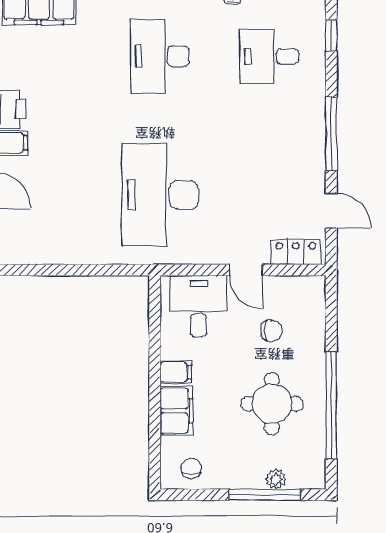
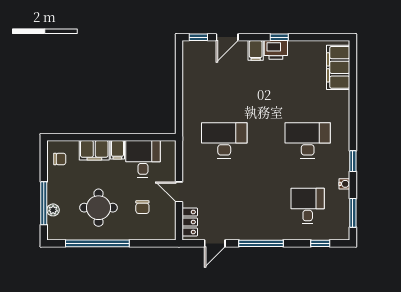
desk: (160, 195) -> (224, 140), width x0.73, depth x0.77
door: (246, 270) -> (179, 192), hinge flipped
desk: (199, 306) -> (143, 159), moved, turned -90

